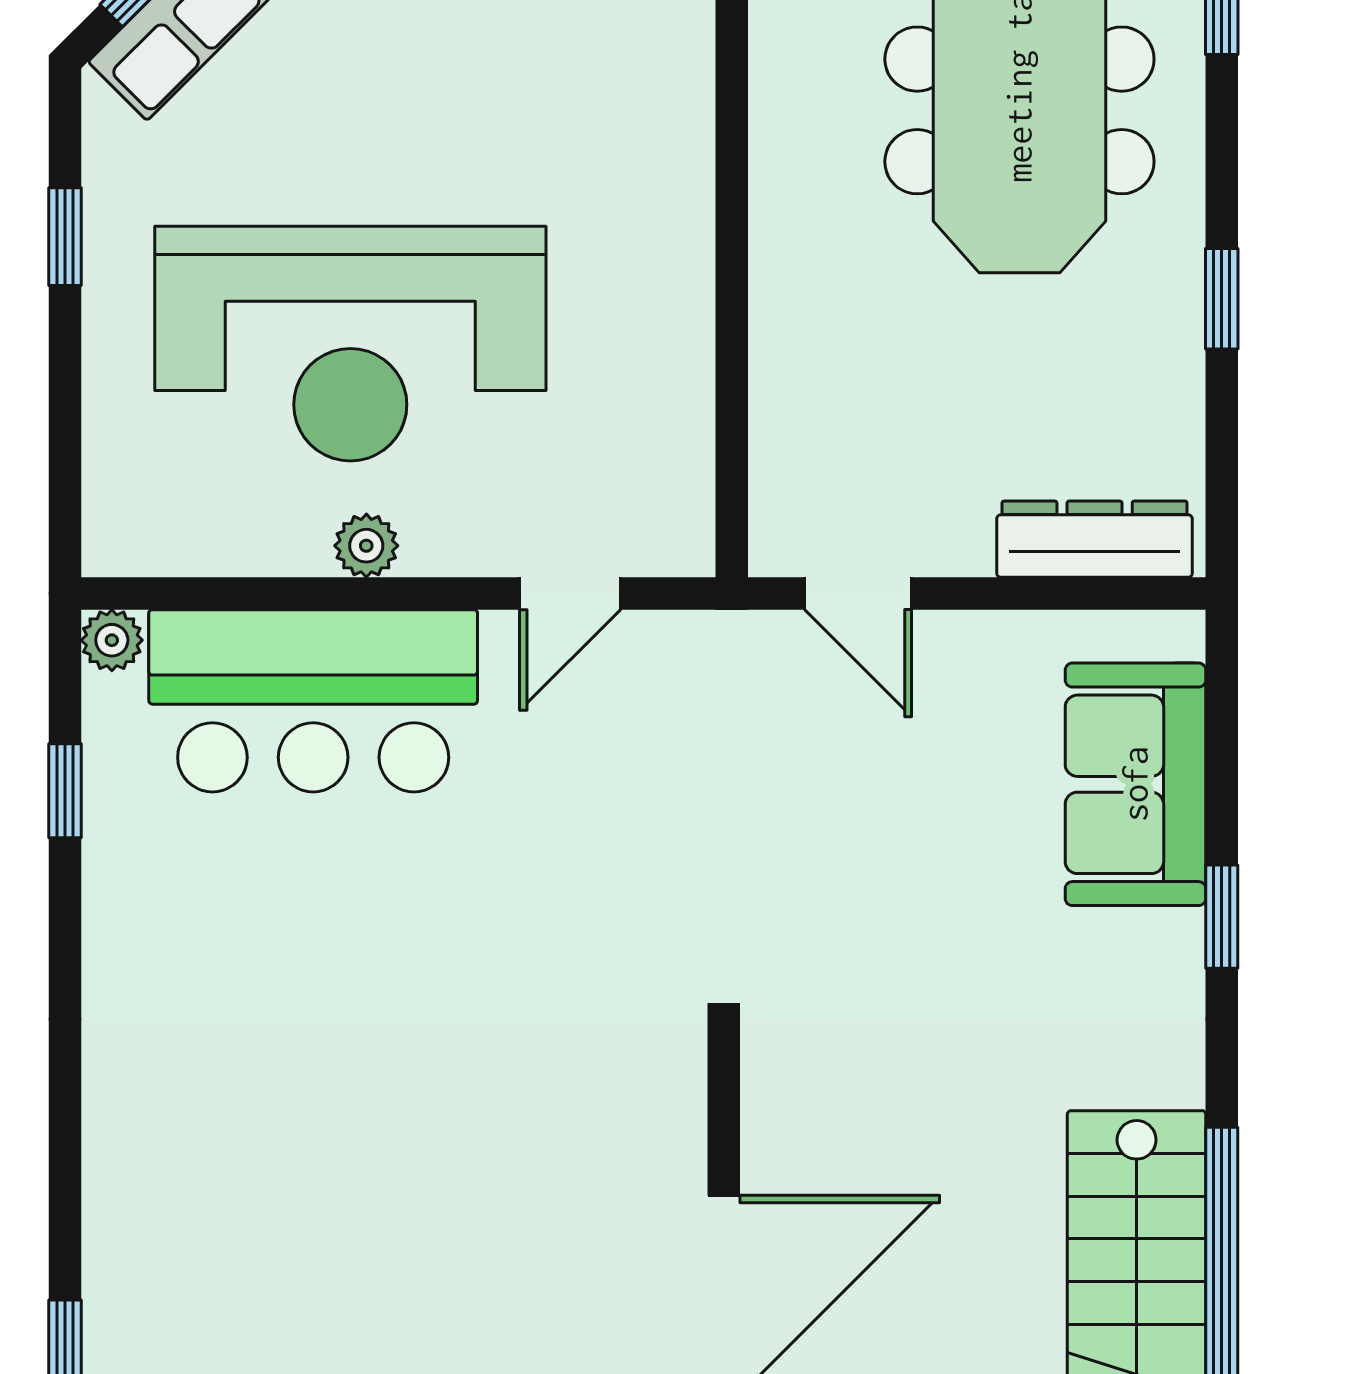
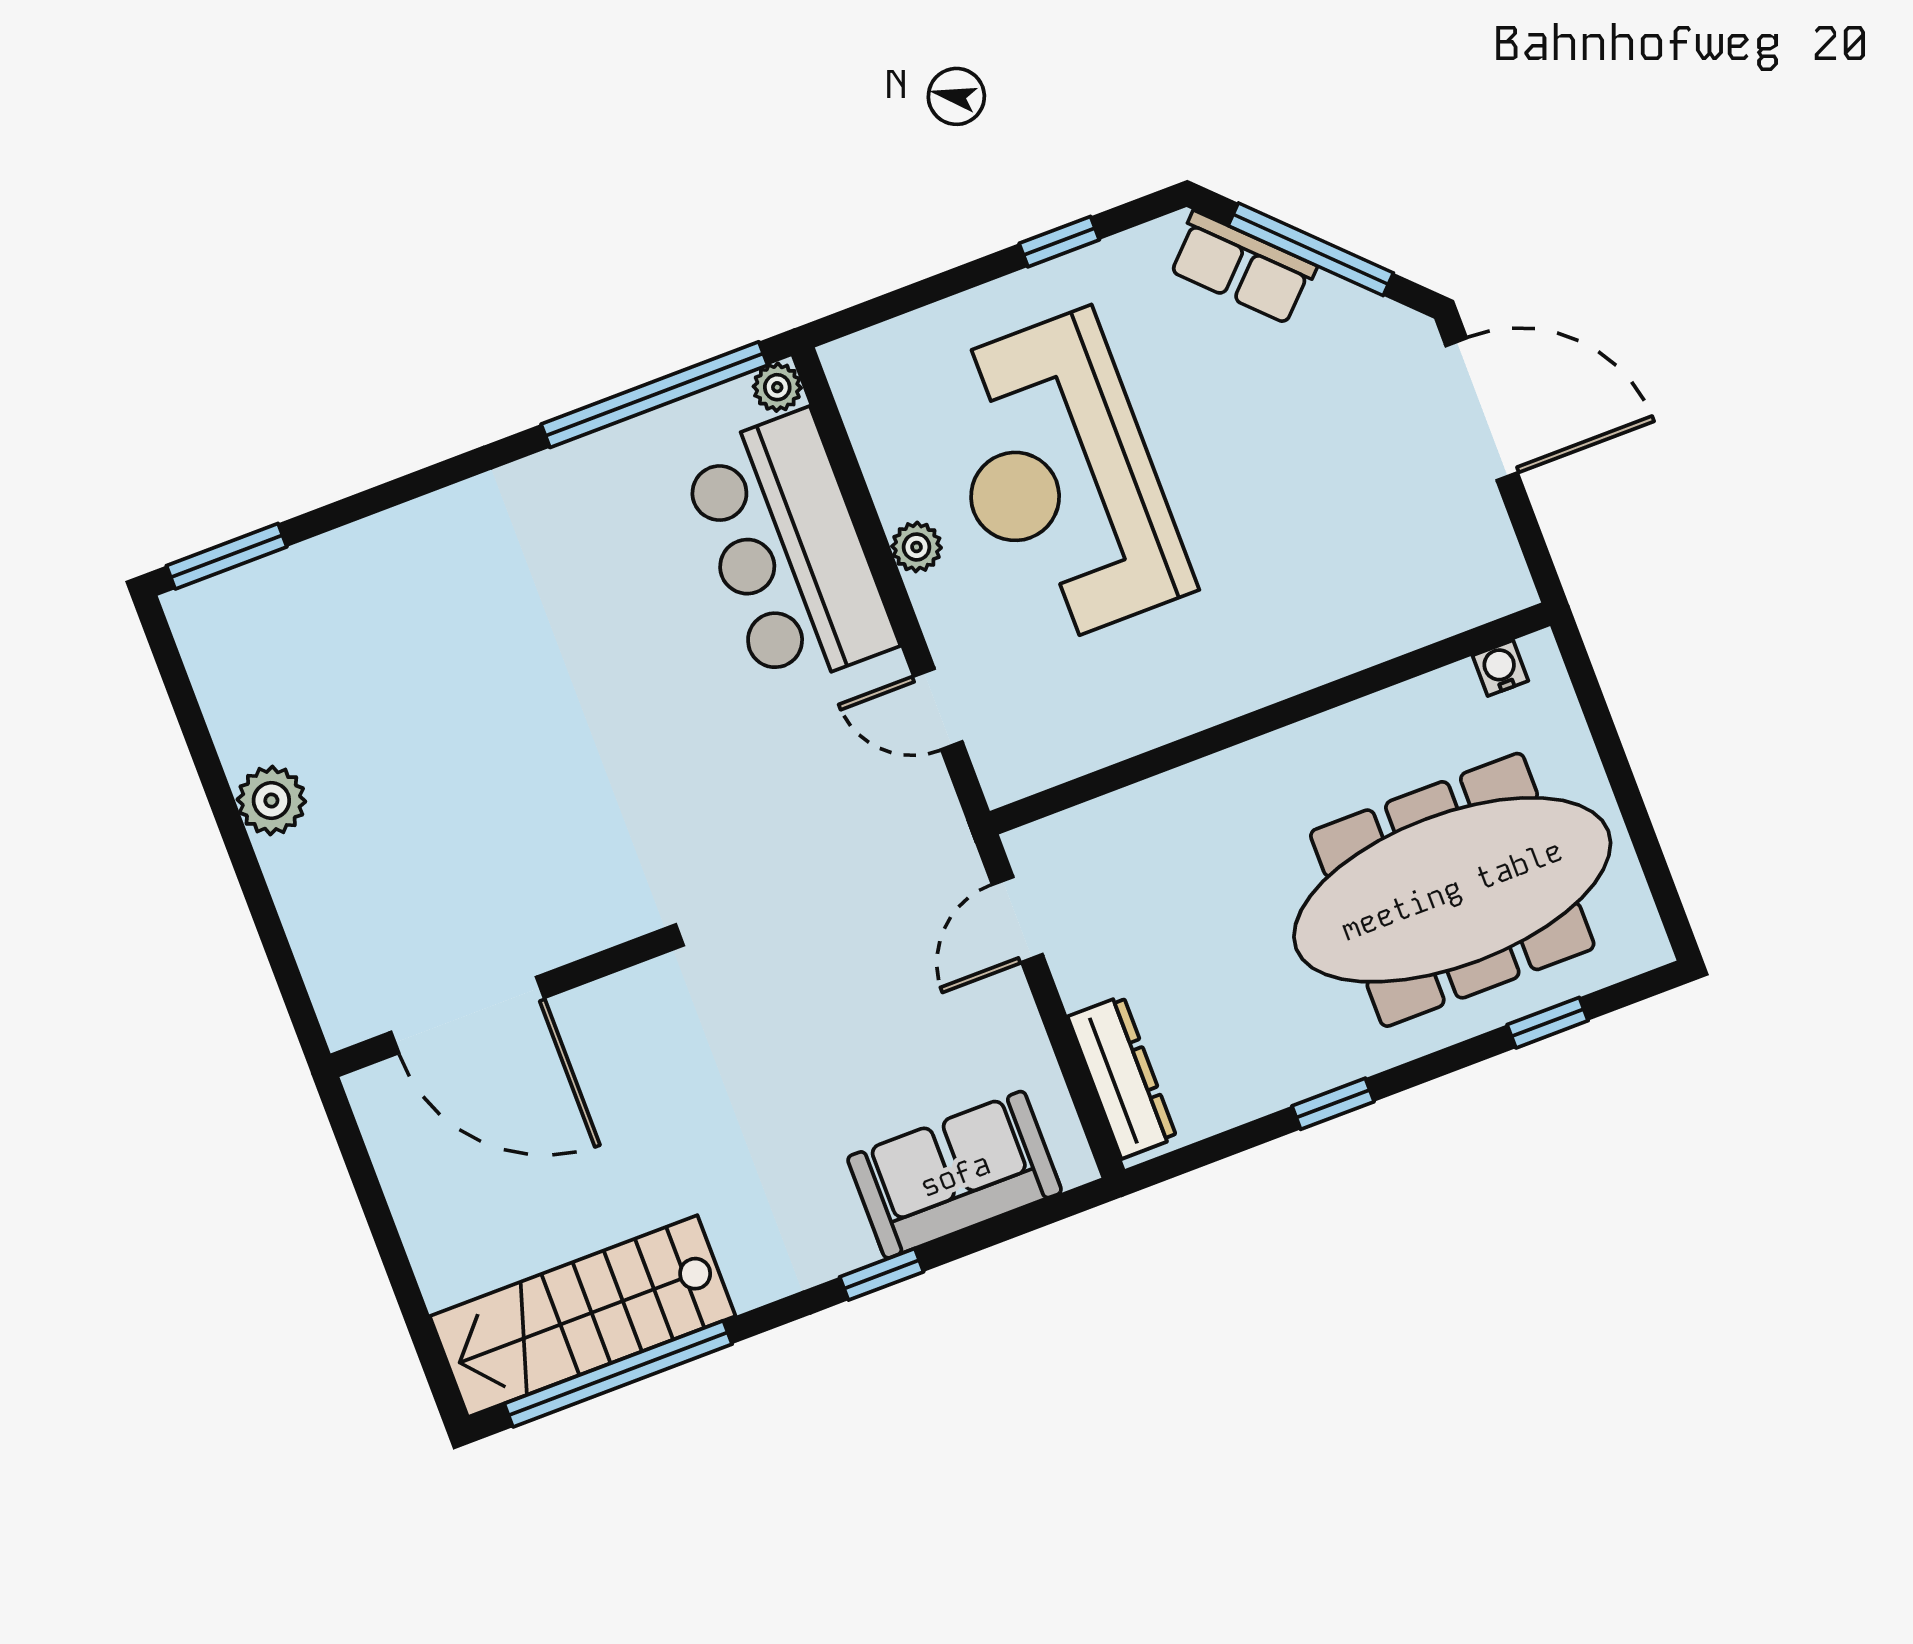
window: (65, 791) -> (654, 395), width x3.17

